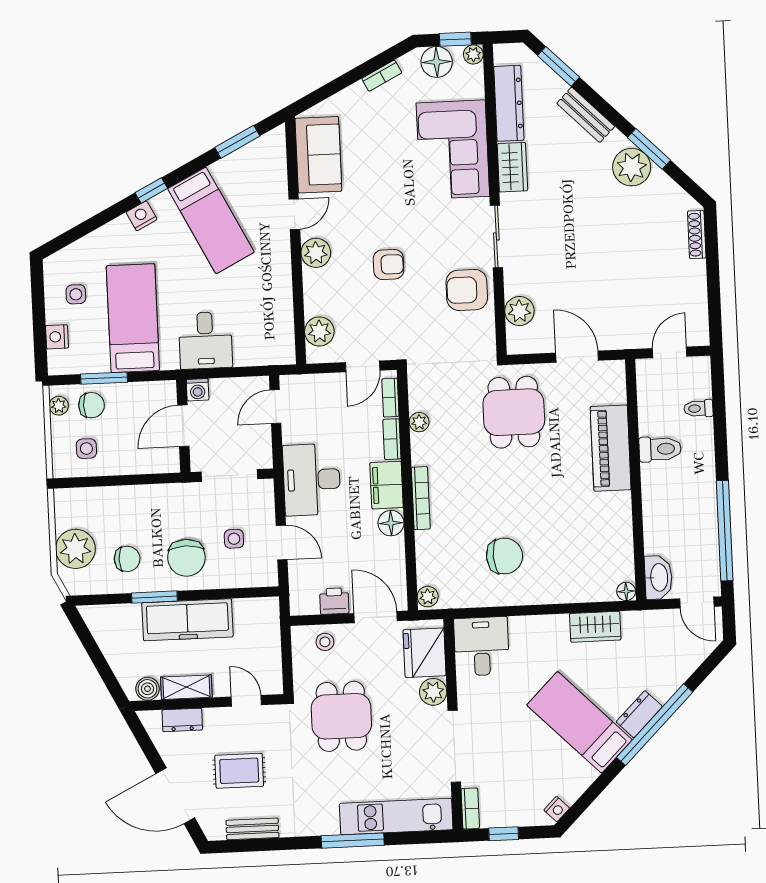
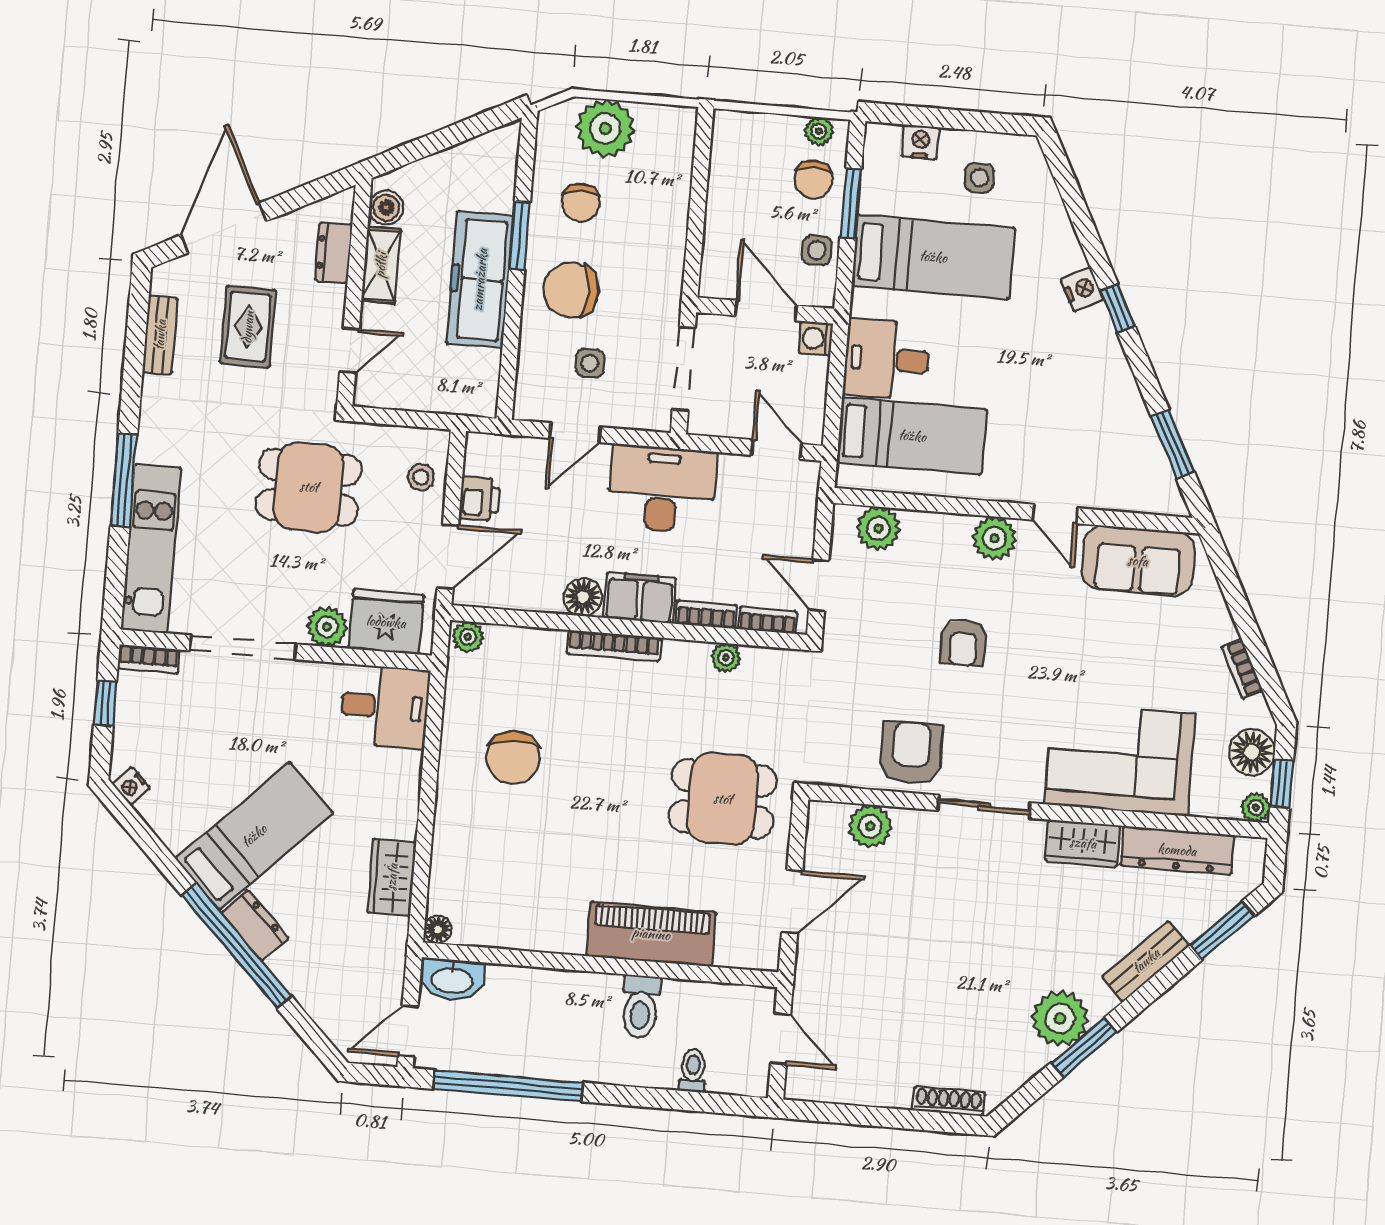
bed: (211, 220) -> (912, 436), moved, turned -153
side table: (86, 449) -> (817, 250), moved

